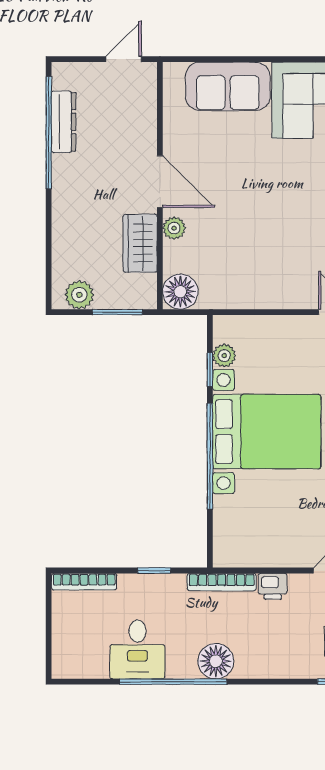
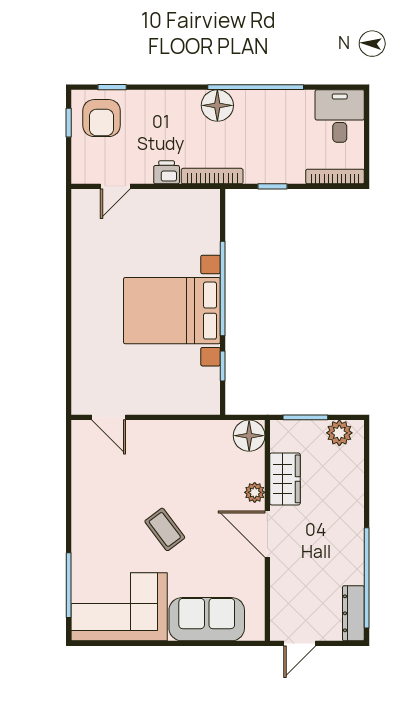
dresser: (64, 122) -> (353, 613), moved
coffee table: (275, 187) -> (165, 529), added
plant: (224, 356) -> (210, 379), removed
desk: (137, 649) -> (340, 116), moved

